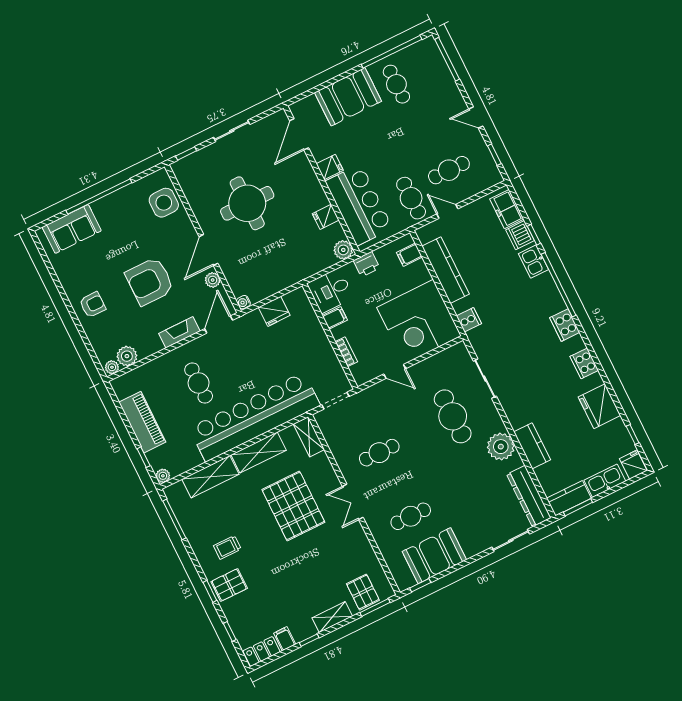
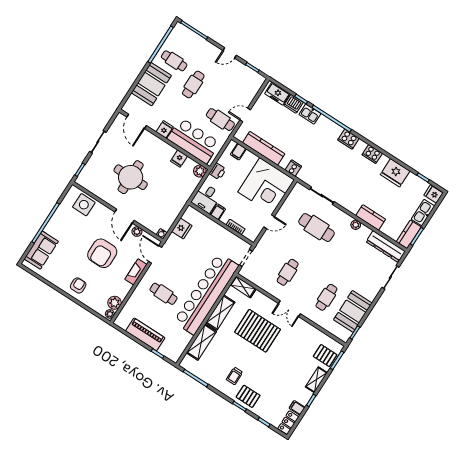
cafe table: (449, 170) -> (193, 84), moved
plant: (501, 447) -> (356, 225), width x0.53, depth x0.53
plant: (163, 476) -> (175, 358), removed
pallet: (229, 585) -> (248, 396), turned 90

